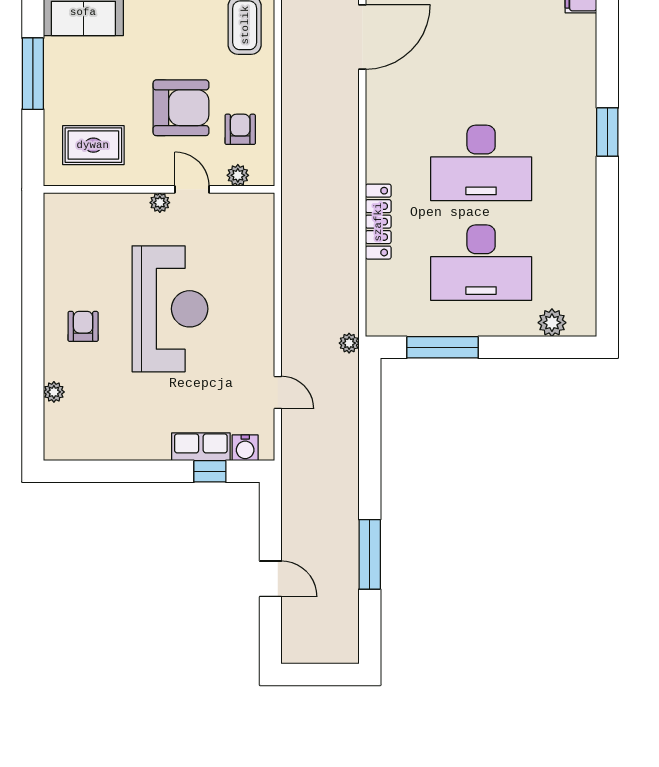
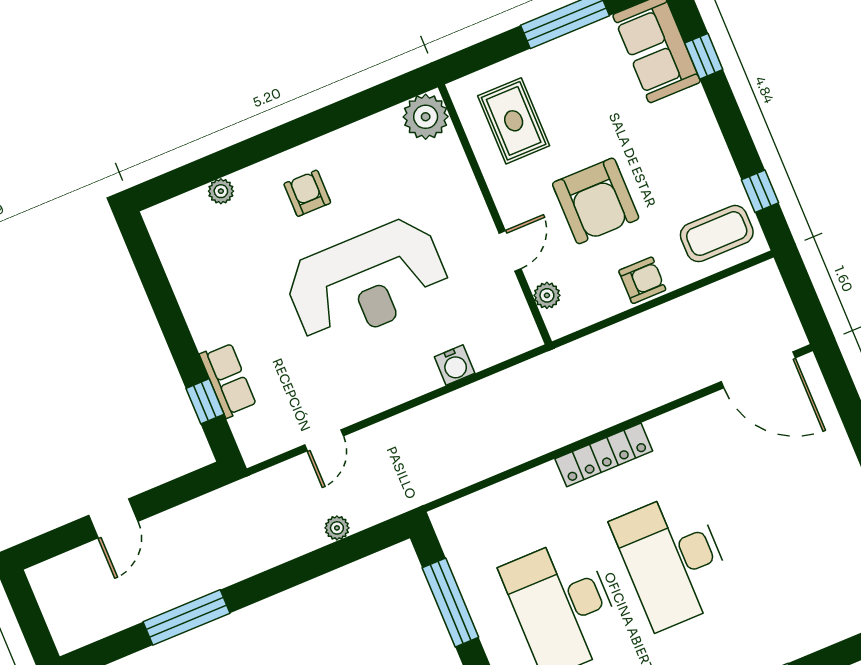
armchair: (240, 129) -> (642, 280), moved
plant: (160, 203) -> (426, 117), moved, width x1.87, depth x1.87
locker: (378, 222) -> (604, 455), moved
armchair: (83, 326) -> (307, 193), turned -90
plant: (349, 343) -> (337, 528), moved
water cooler: (245, 448) -> (455, 365), moved, turned -90

